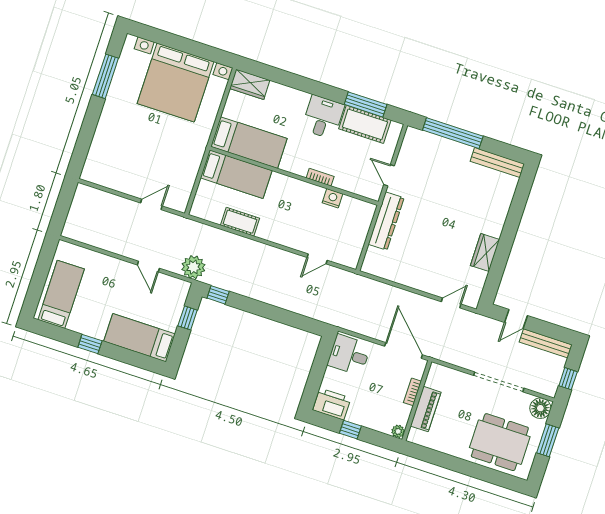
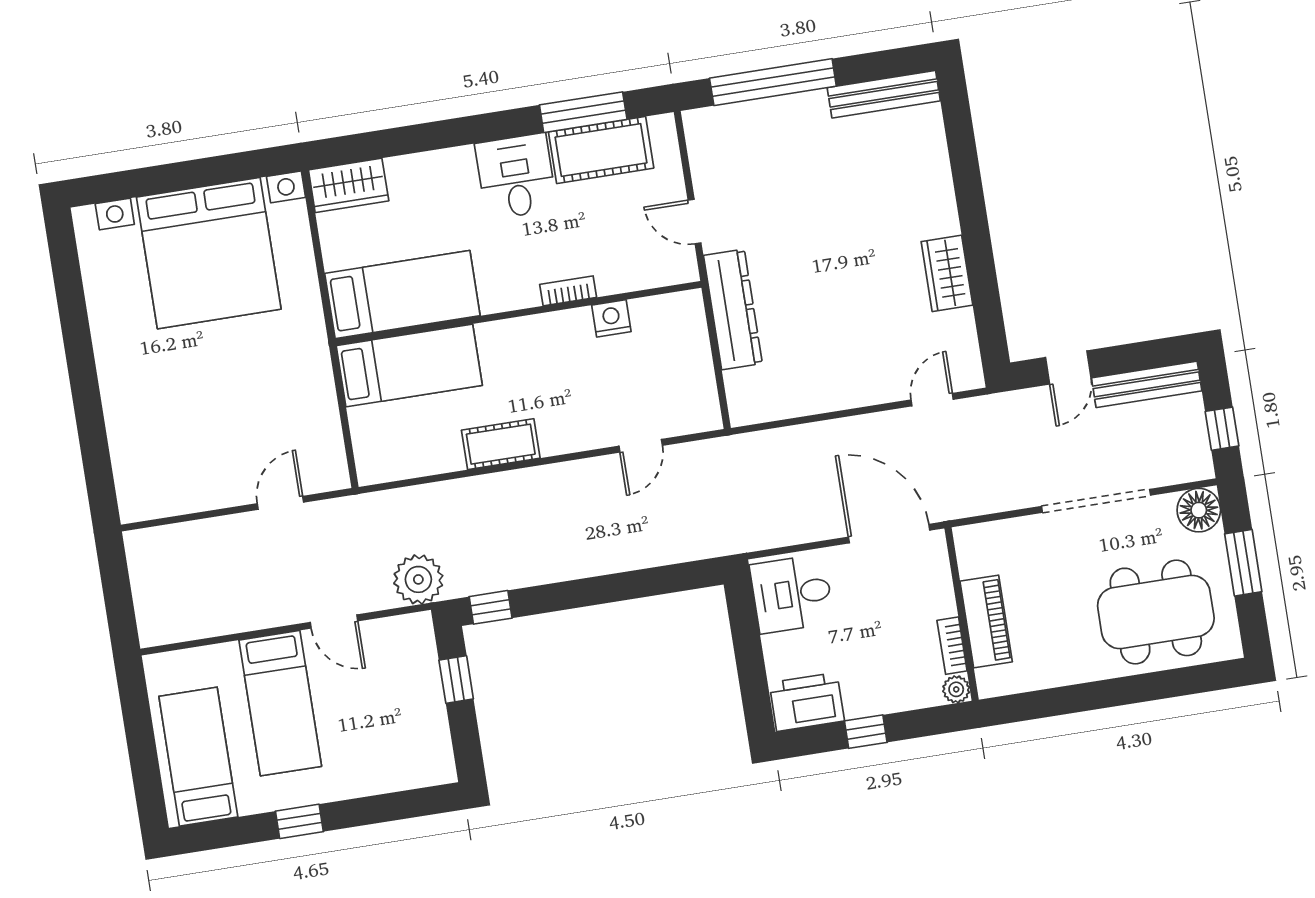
window: (105, 76) -> (72, 309), removed
cot: (240, 222) -> (501, 444), moved
bed: (139, 338) -> (280, 703), moved, turned -90
bookcase: (412, 392) -> (952, 646), moved

